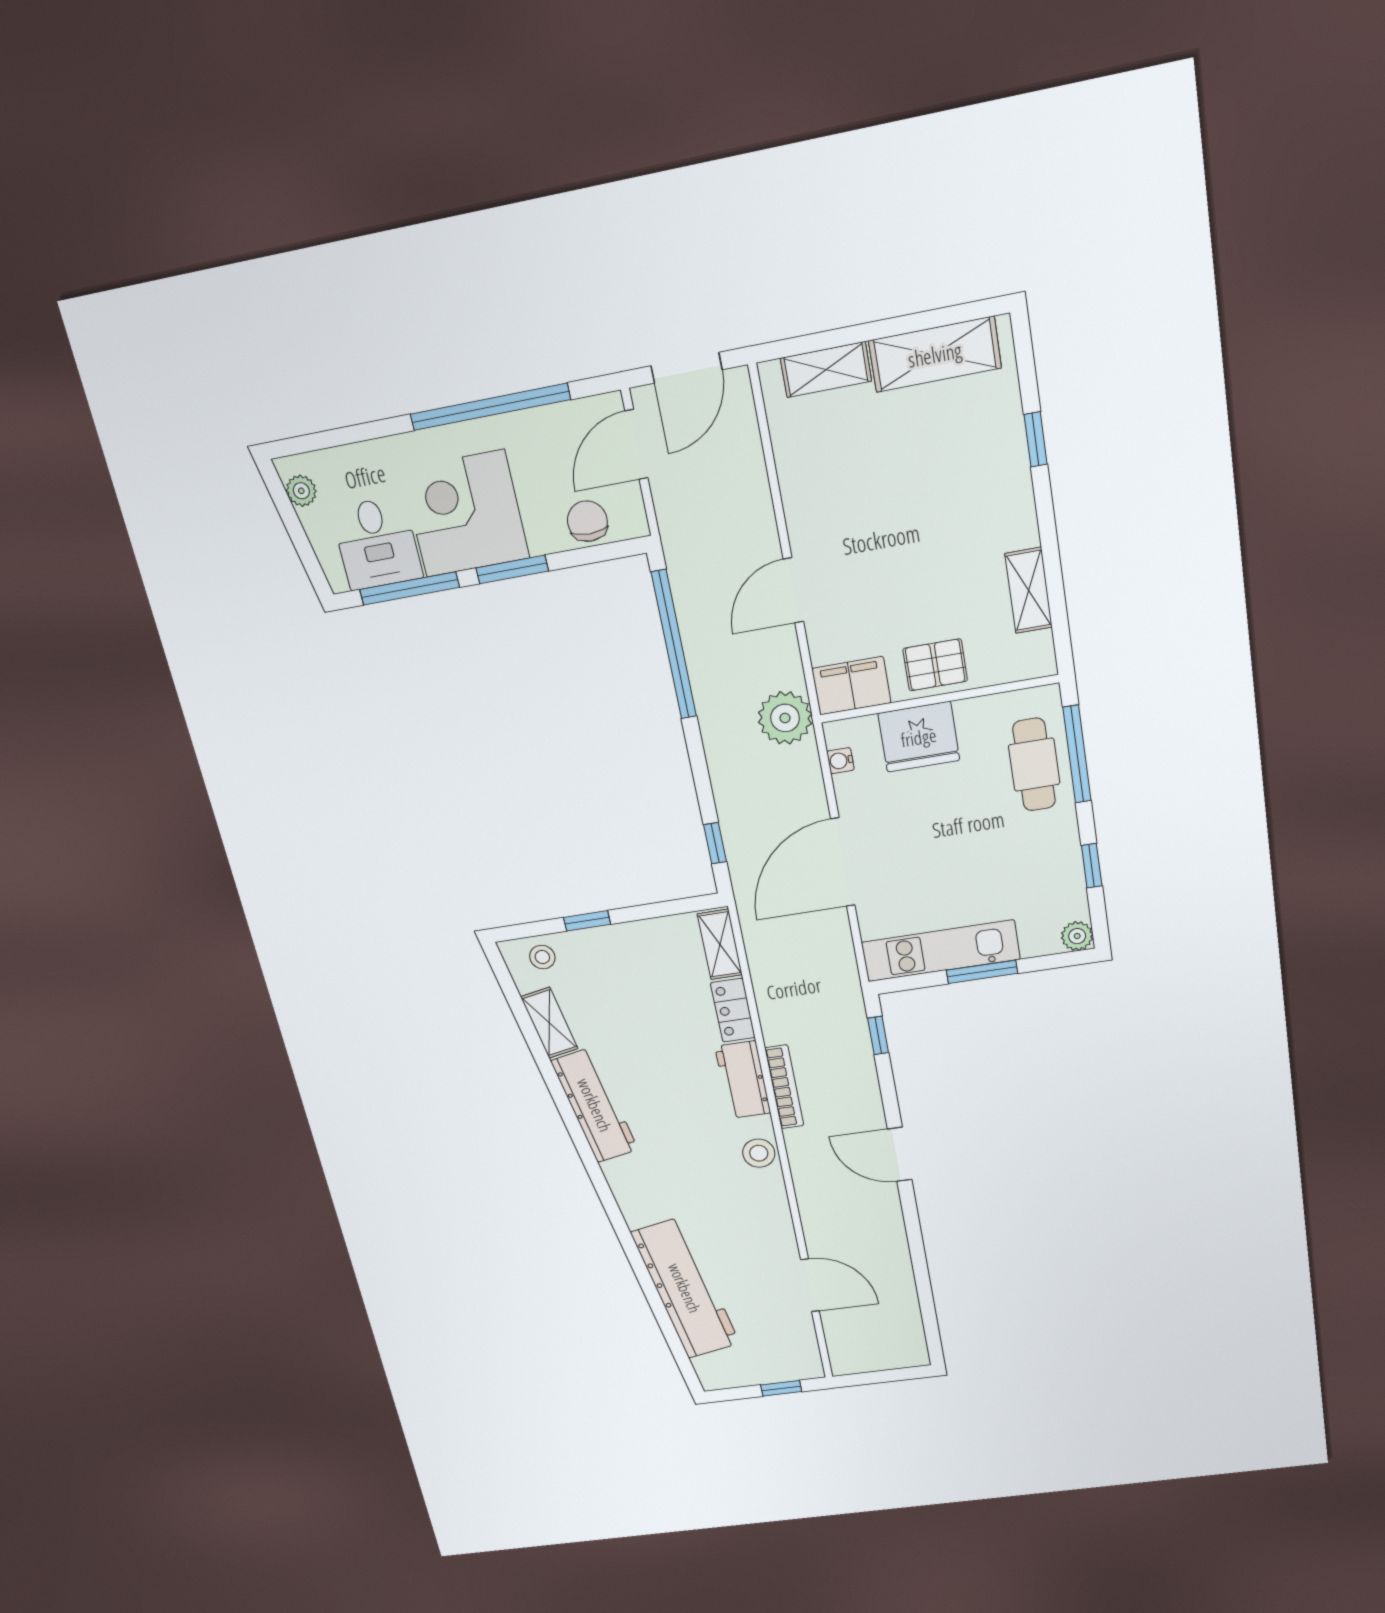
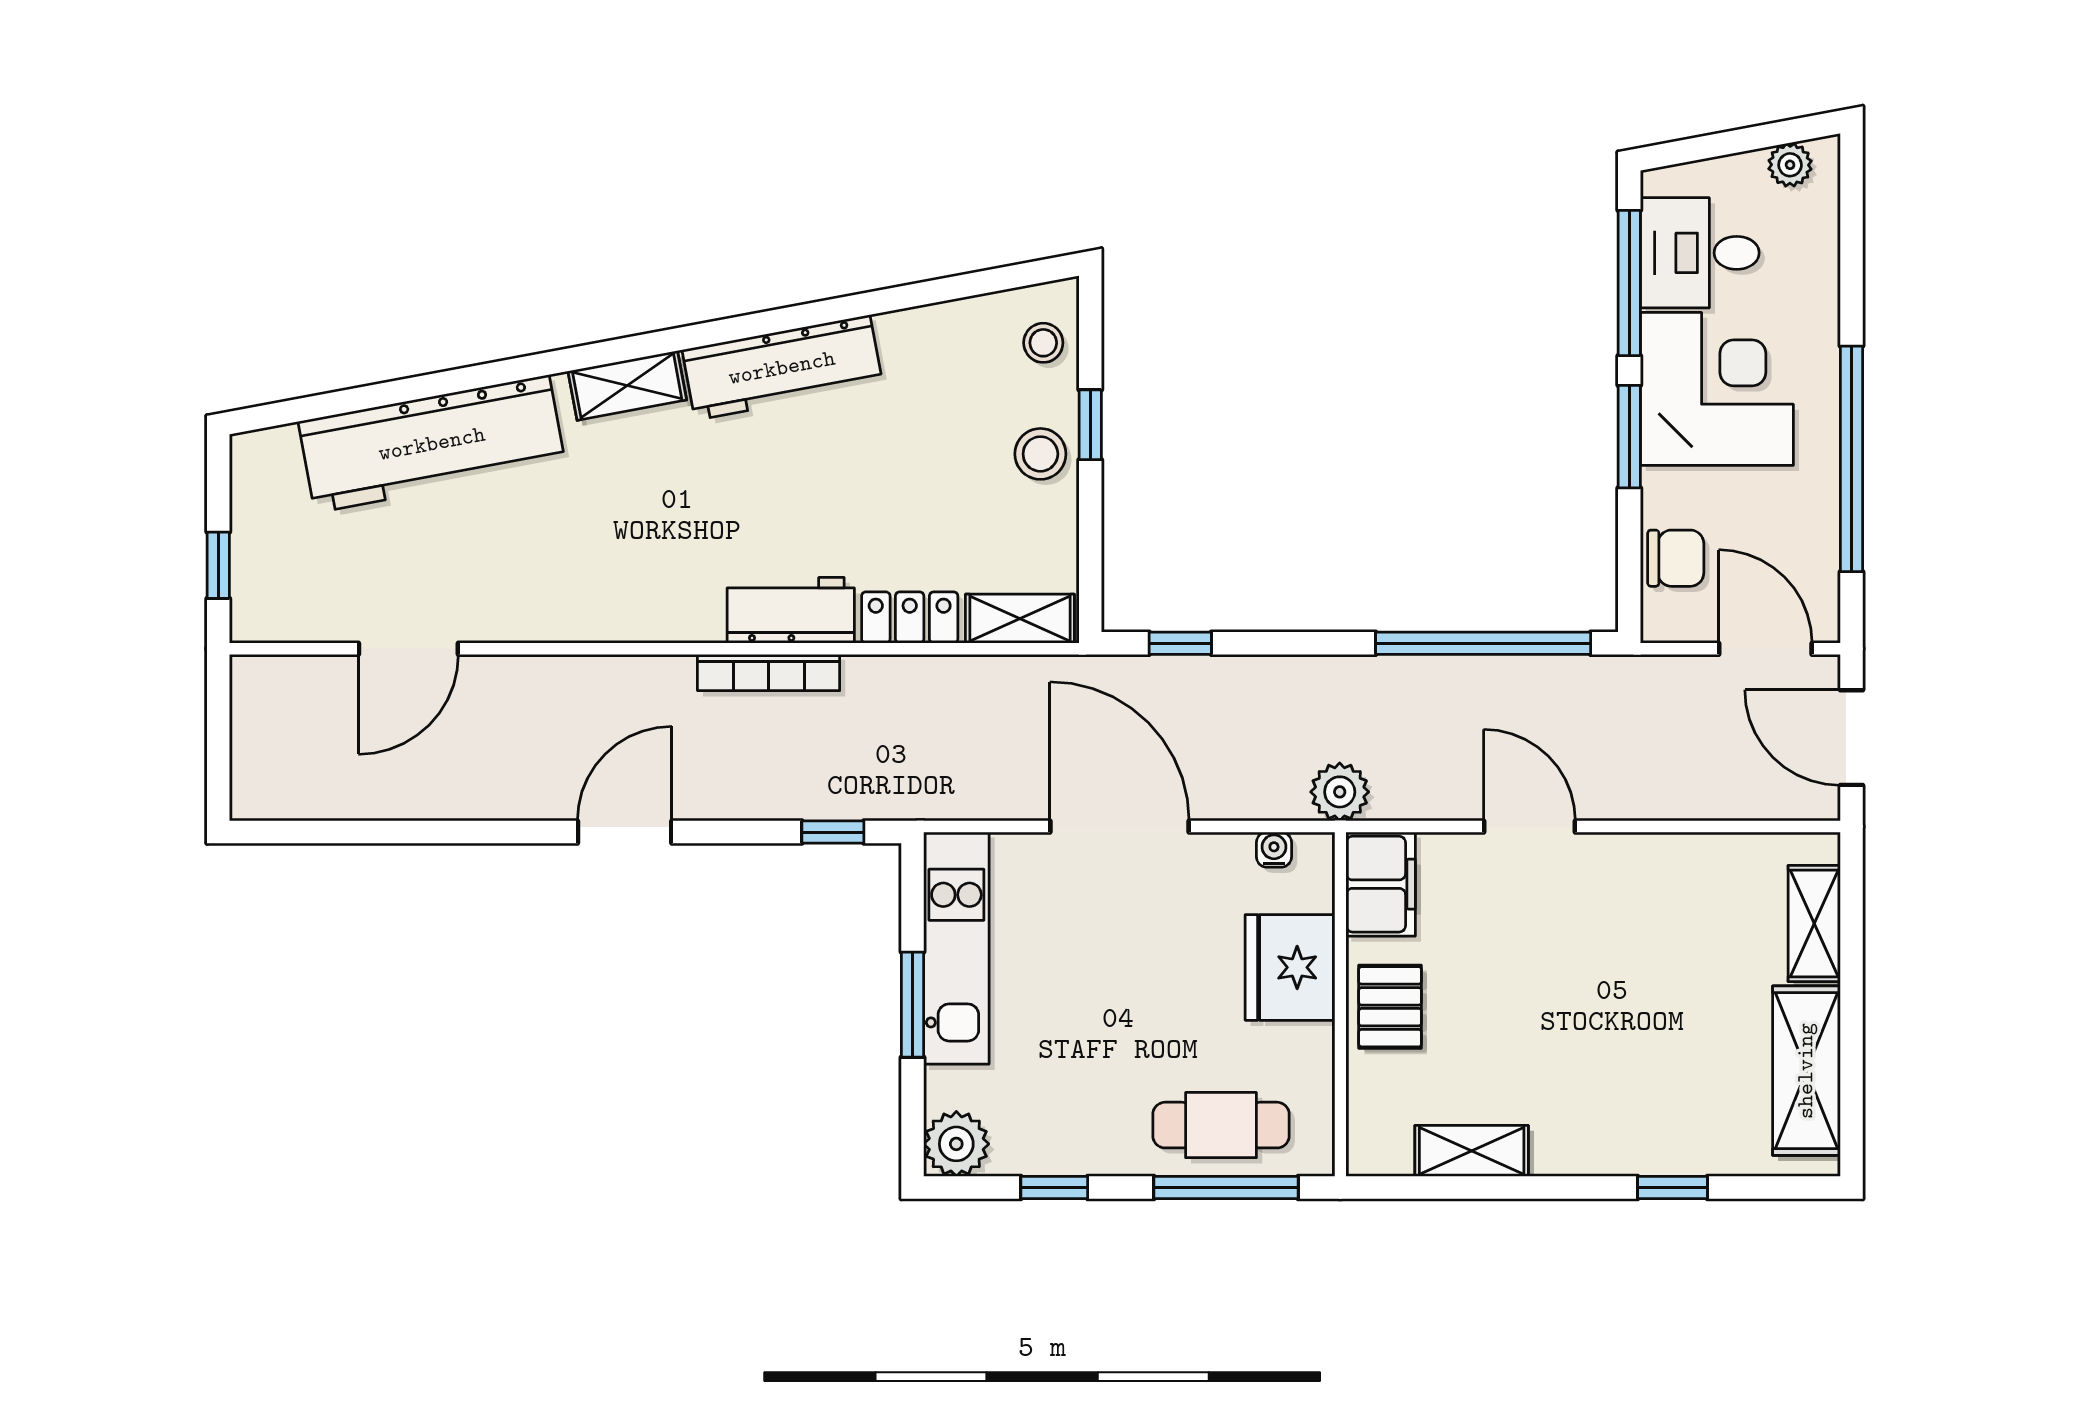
plant: (785, 718) -> (1340, 792), width x0.73, depth x0.73
plant: (1077, 936) -> (956, 1144), width x1.38, depth x1.38
shelving: (549, 1023) -> (627, 386), moved
stool: (759, 1153) -> (1040, 454), moved

